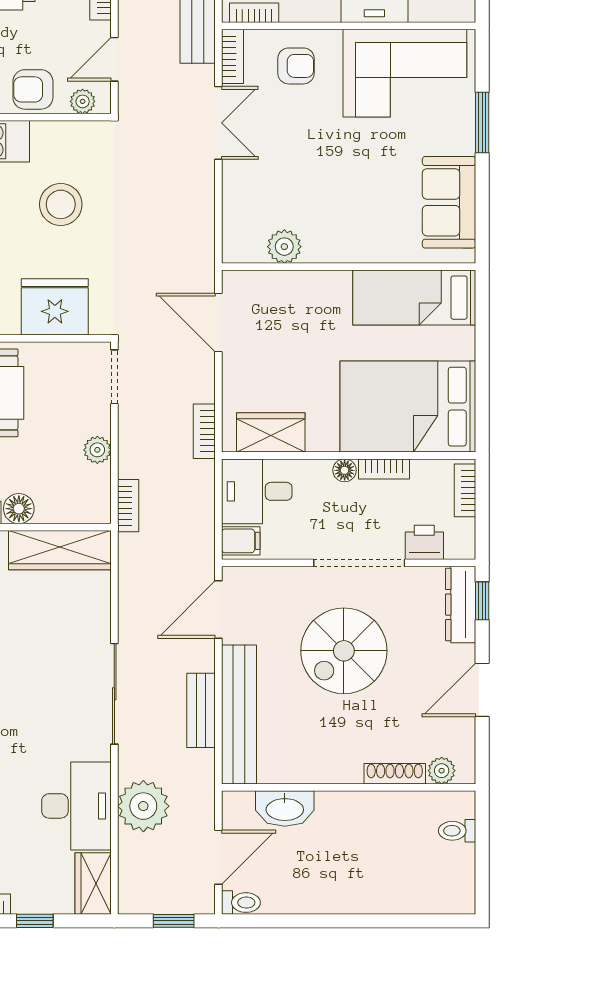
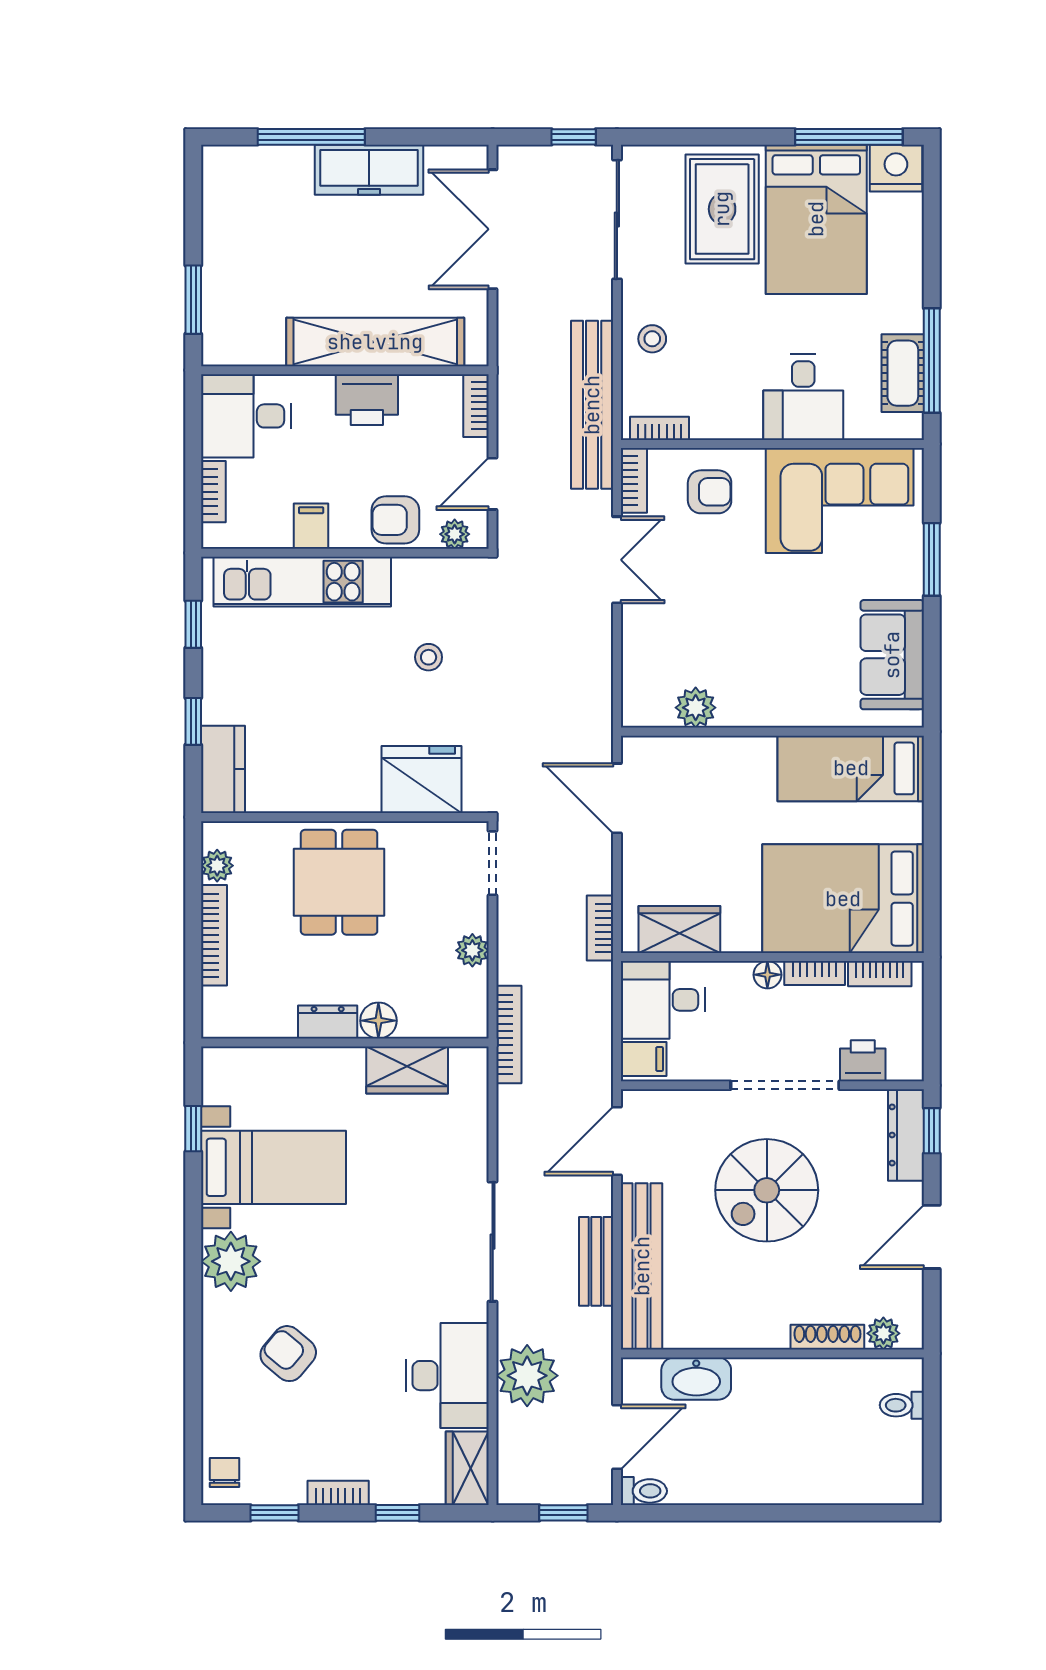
stool: (61, 204) -> (429, 657), width x0.53, depth x0.53
bookcase: (465, 490) -> (880, 974), moved, turned -90
bookcase: (128, 506) -> (509, 1034), width x1.56
wardrobe: (60, 550) -> (407, 1070), width x0.67

